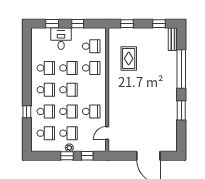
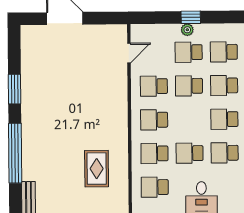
school desk: (69, 90) -> (154, 120), moved
window: (87, 156) -> (159, 18), removed

